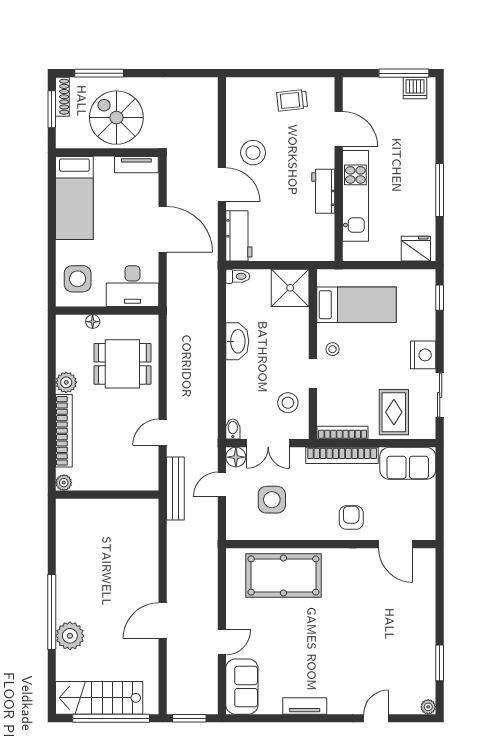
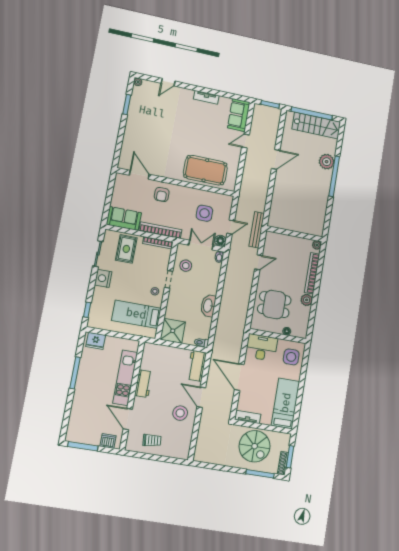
dishwasher: (415, 88) -> (108, 441), moved

